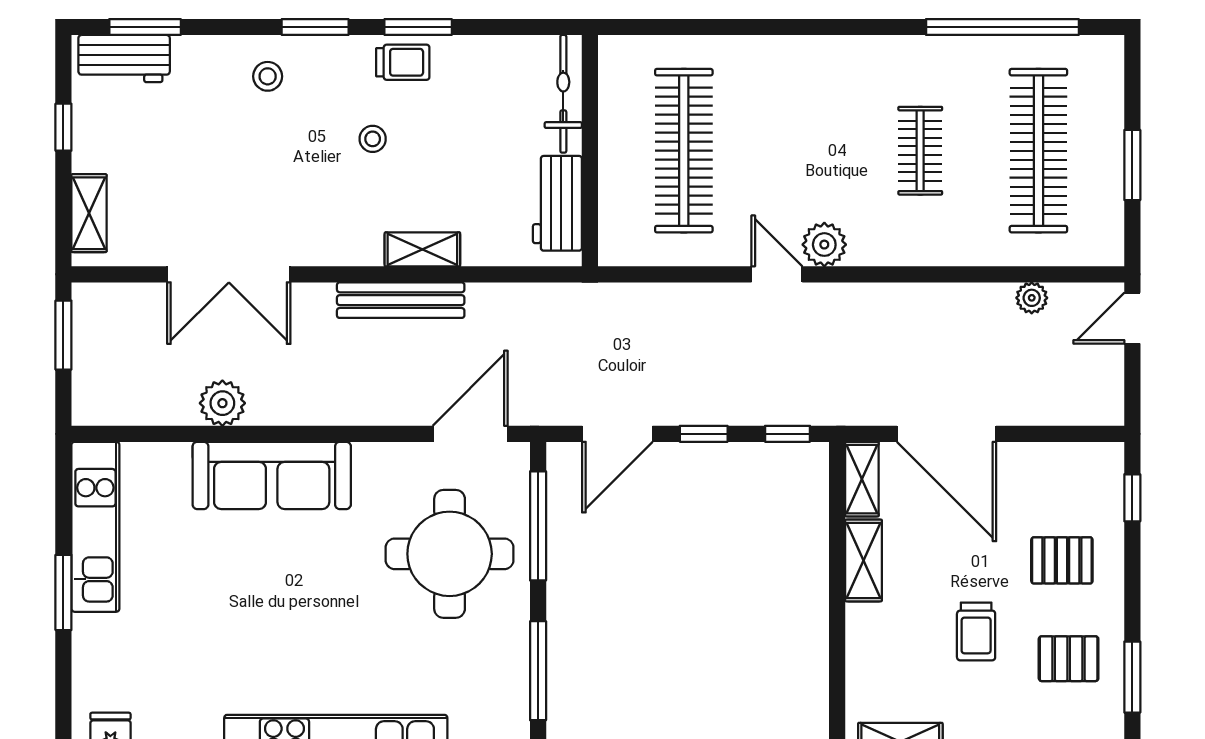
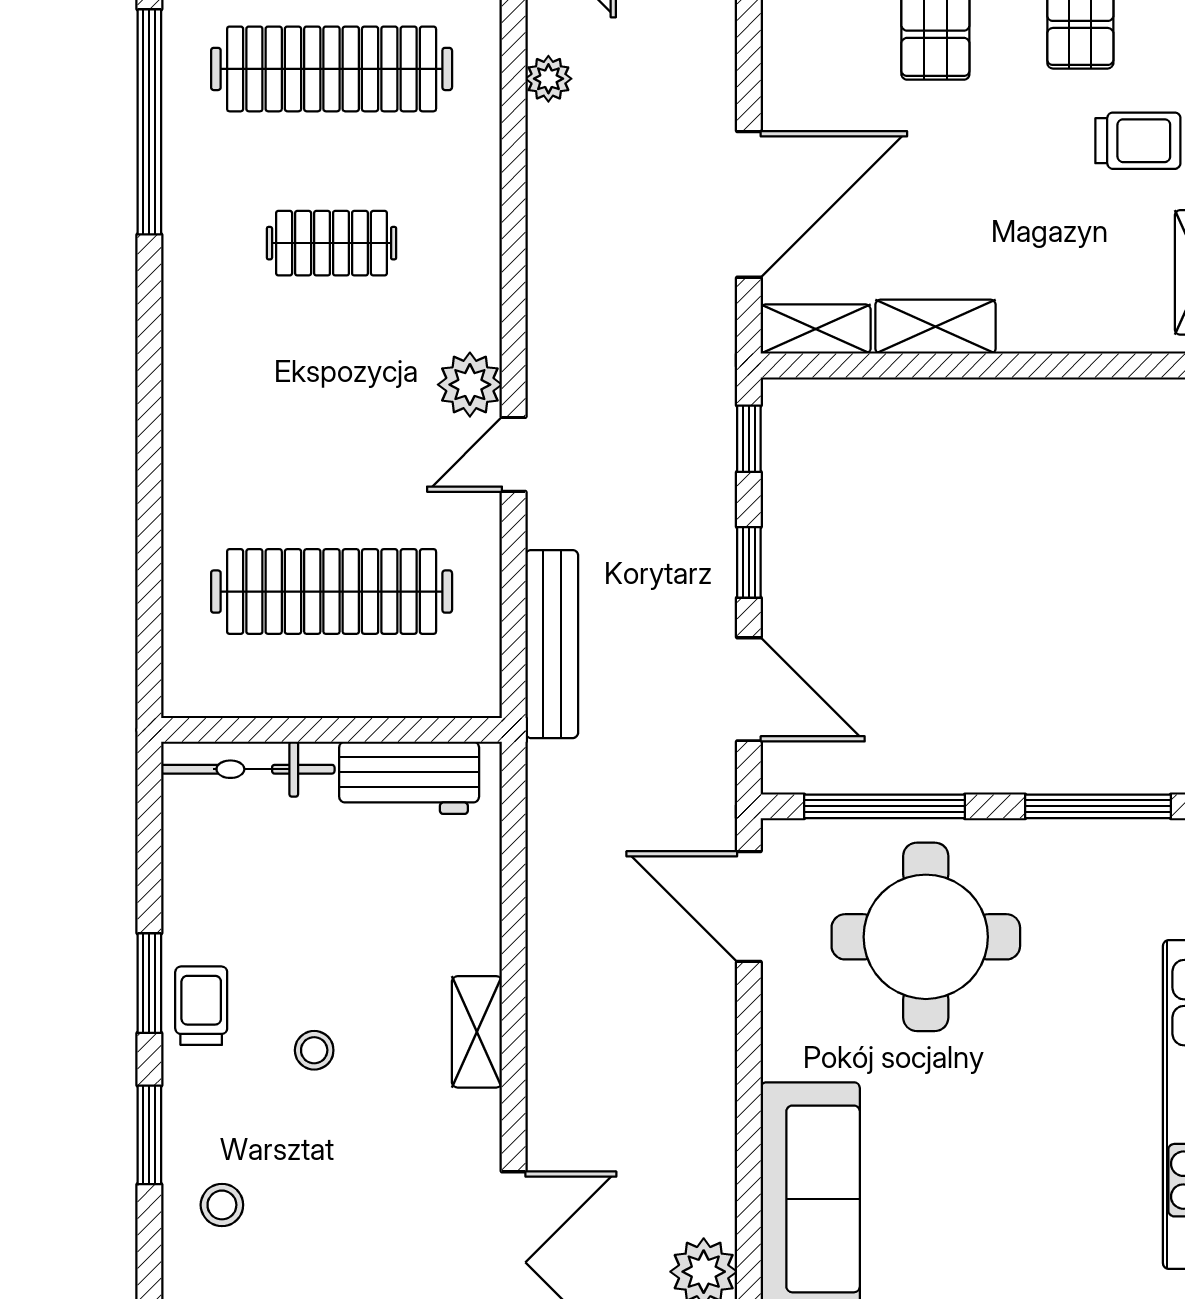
shelving: (422, 249) -> (477, 1032), moved
bench: (401, 300) -> (552, 644), moved
trolley: (976, 631) -> (1138, 141), moved

